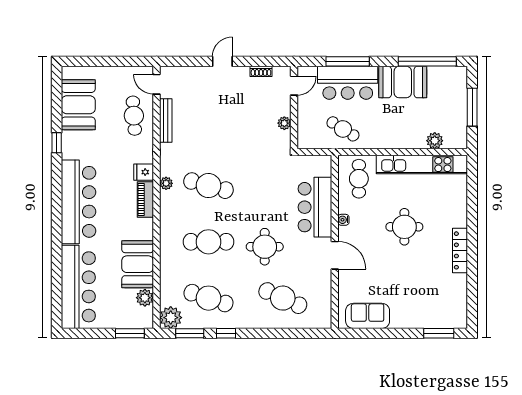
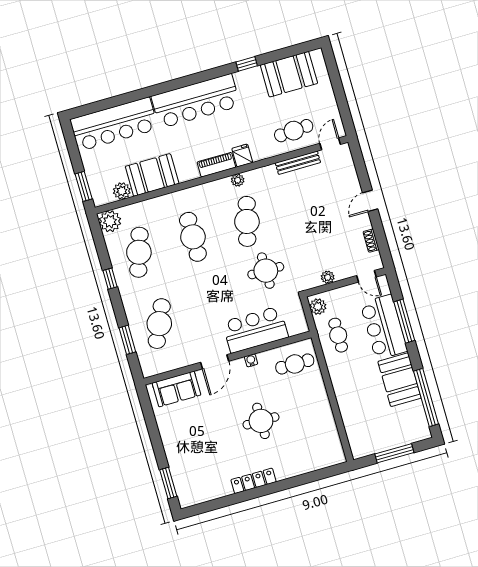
door: (222, 61) -> (370, 201), swing flipped
cafe table: (343, 129) -> (338, 335), turned -32
plant: (435, 141) -> (318, 307), moved
kitchen unit: (422, 165) -> (326, 421), removed
round table: (265, 247) -> (266, 271), moved
sofa: (368, 316) -> (176, 389), moved, turned 90
window: (190, 333) -> (127, 340), moved

